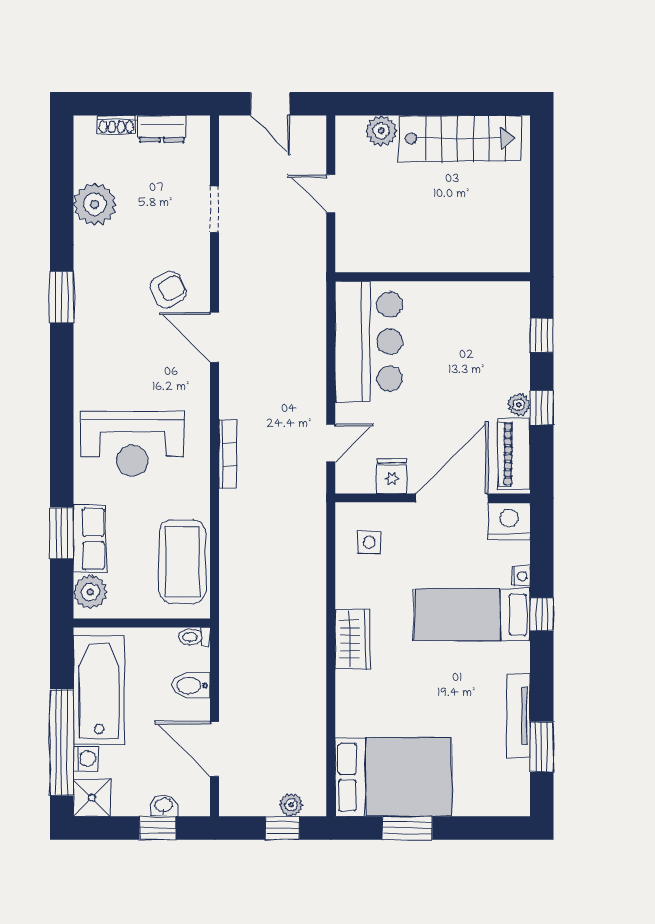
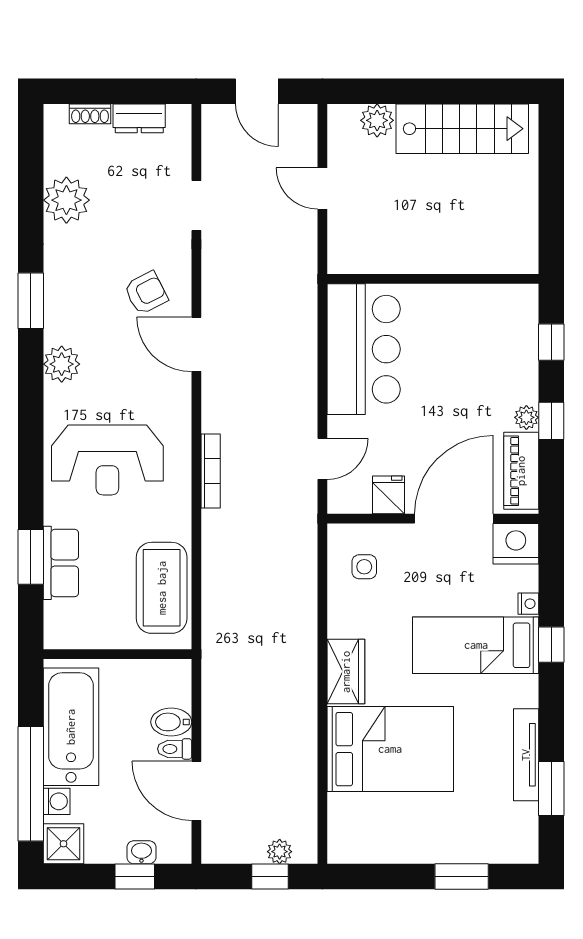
plant: (90, 592) -> (62, 364), moved
toilet: (194, 637) -> (175, 749), moved
bed: (393, 777) -> (390, 749), moved
window: (407, 828) -> (462, 877), moved

